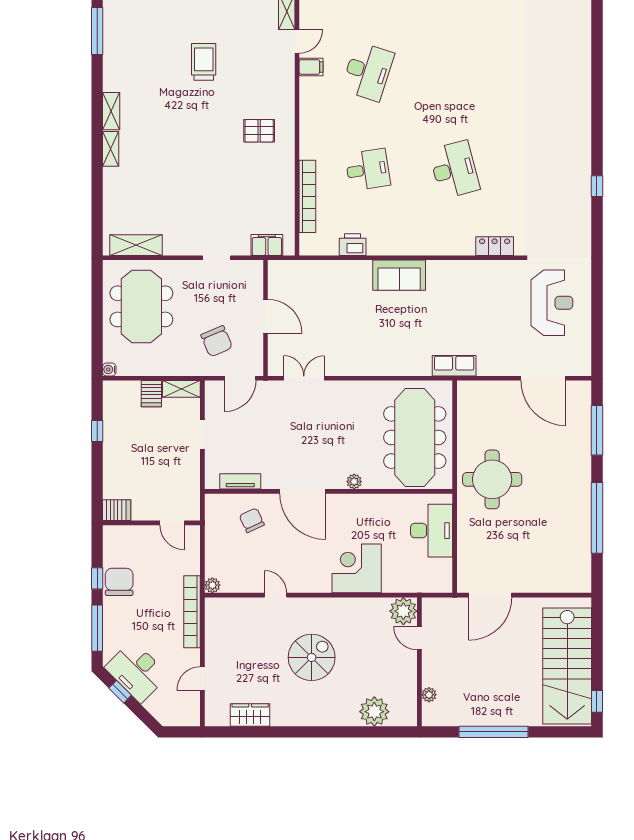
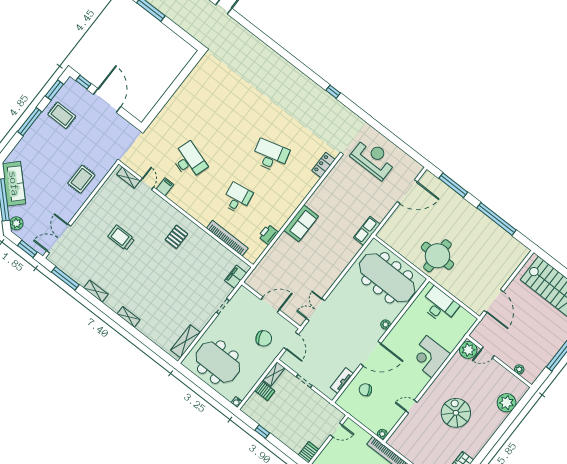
shelving: (111, 111) -> (96, 291), moved

